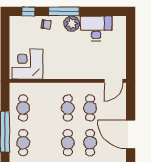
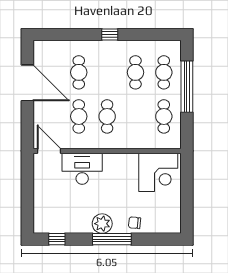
window: (28, 11) -> (57, 239), moved
desk: (96, 28) -> (82, 169), moved, turned 180
door: (114, 81) -> (49, 151), hinge flipped
cafe table: (68, 143) -> (135, 72), moved

